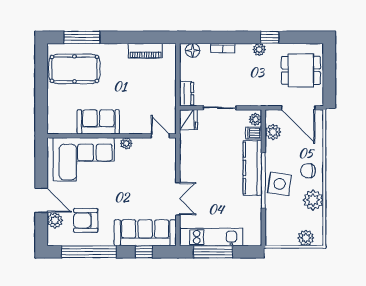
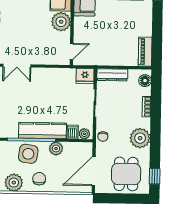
window: (270, 37) -> (155, 176), moved
plant: (259, 49) -> (140, 138), width x1.87, depth x1.87
piano: (145, 51) -> (145, 52), moved
dresser: (187, 94) -> (112, 75), width x1.44
chair: (258, 98) -> (103, 137), added
plant: (273, 132) -> (56, 149), moved
plant: (126, 143) -> (61, 22), width x1.88, depth x1.88

